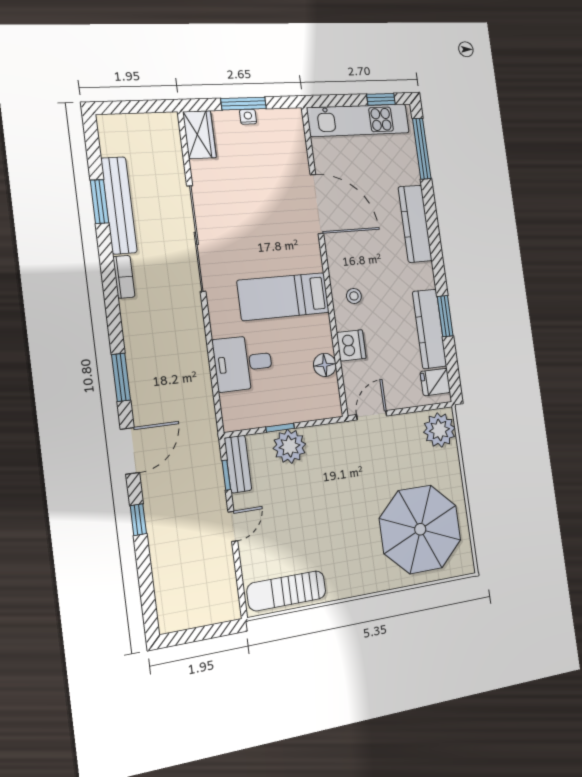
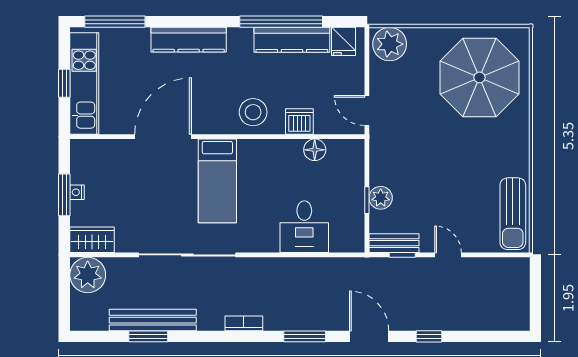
window: (381, 99) -> (64, 83), moved
plant: (161, 131) -> (88, 275), added
bookcase: (124, 277) -> (244, 323), moved
stool: (354, 296) -> (253, 112), width x1.89, depth x1.89
bed: (283, 297) -> (217, 181), moved
window: (445, 316) -> (281, 22), width x2.11
plant: (290, 446) -> (381, 198), width x0.73, depth x0.73

